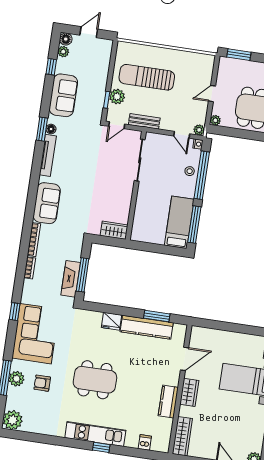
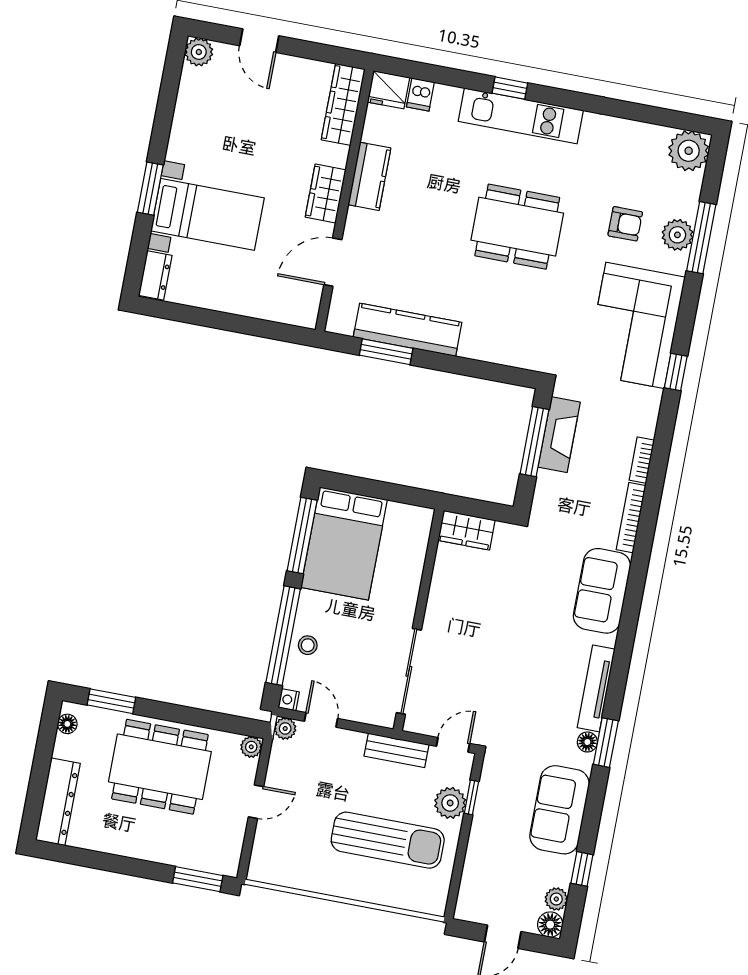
bed: (179, 222) -> (344, 544), width x1.50
fridge: (111, 321) -> (389, 90), moved, turned 180

